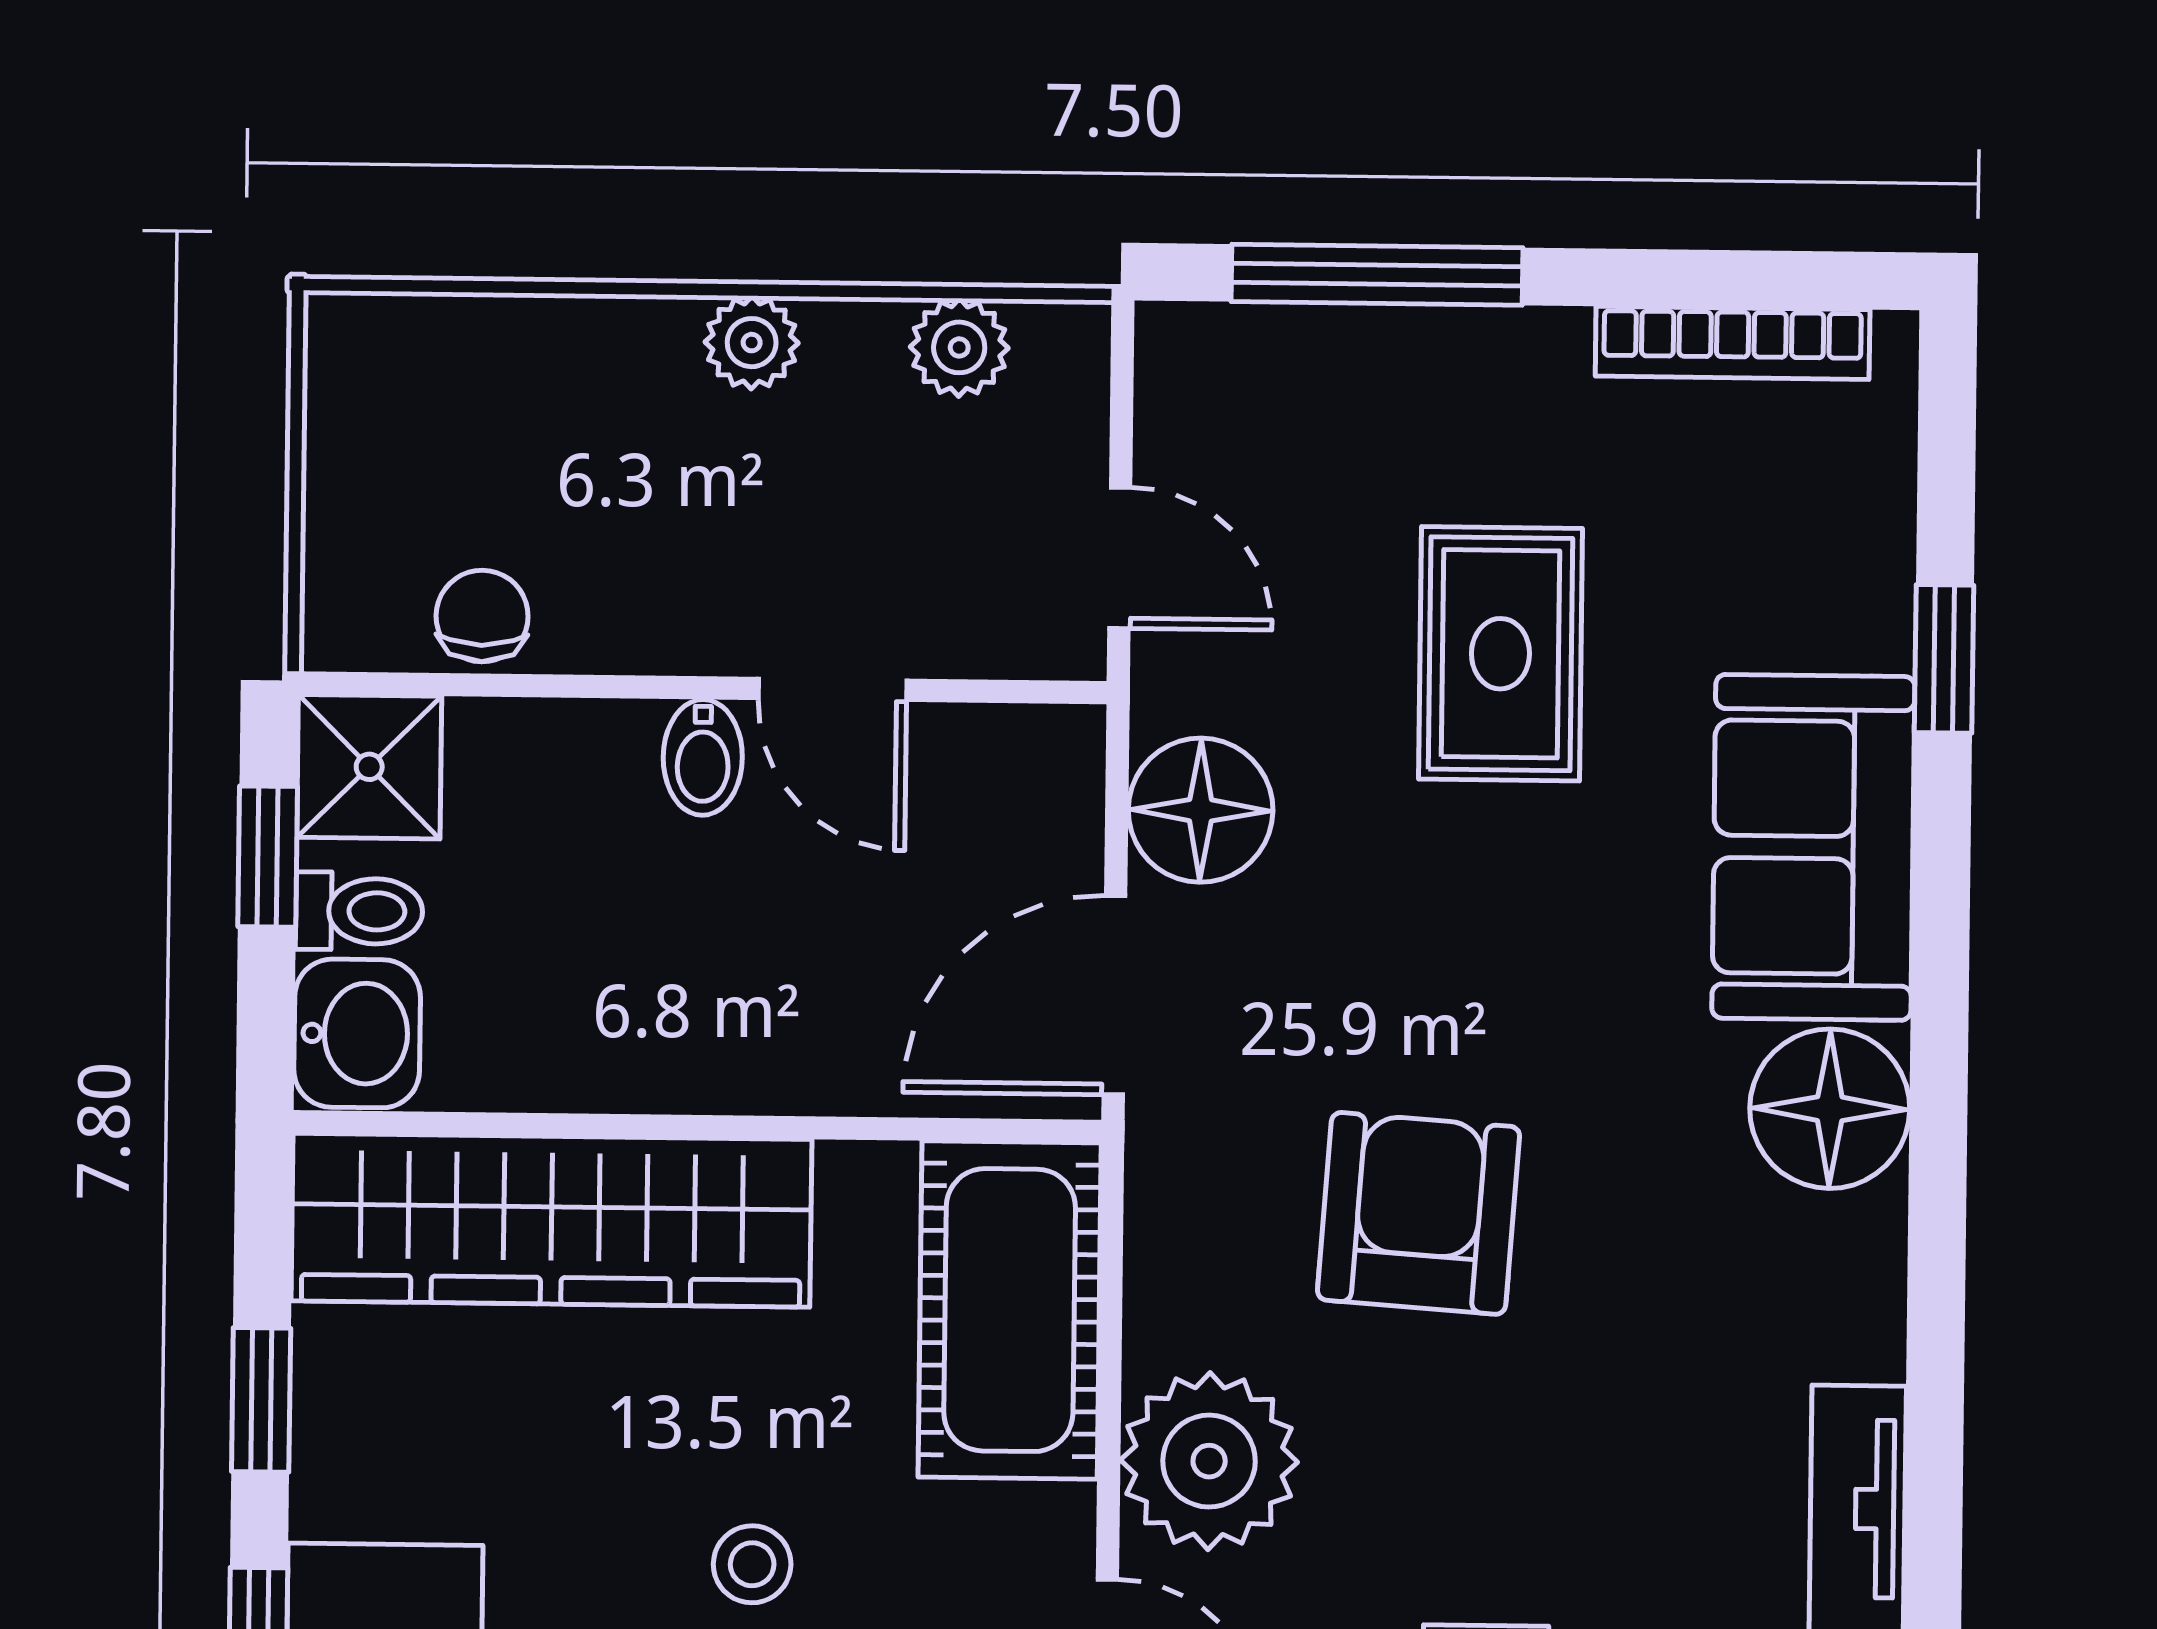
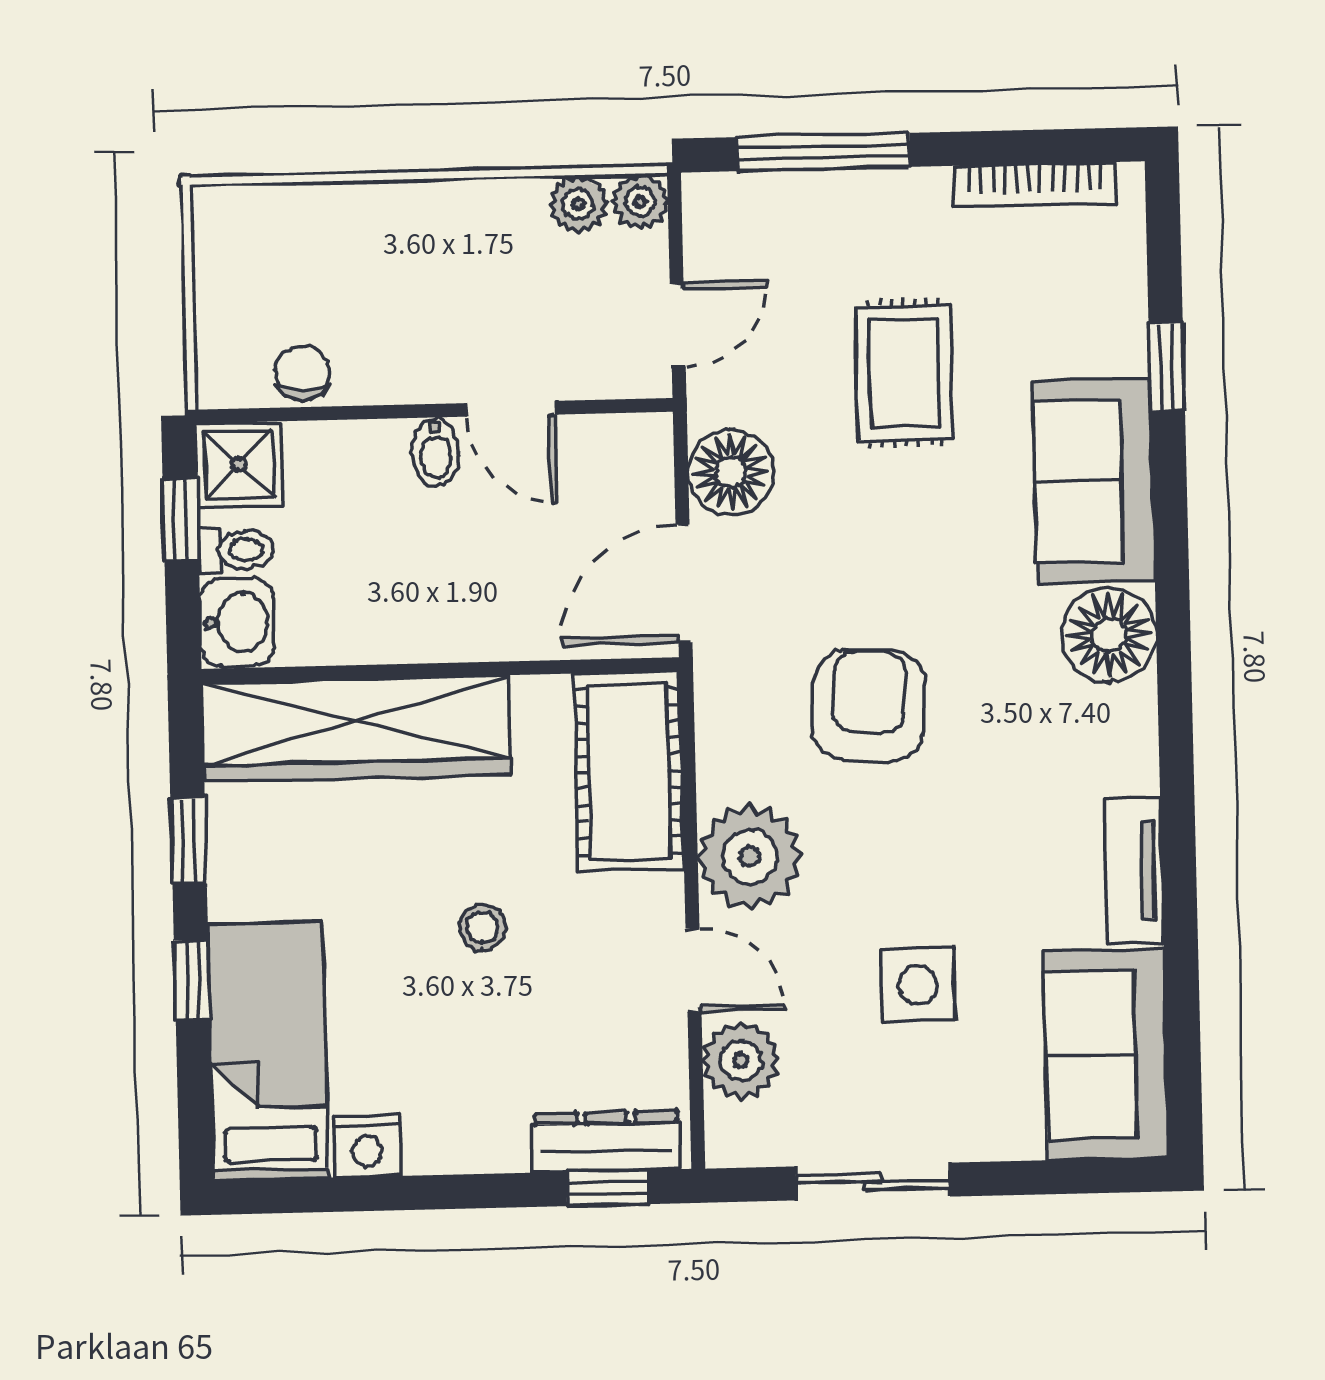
plant: (752, 343) -> (640, 201), moved
door: (1120, 558) -> (678, 325), hinge flipped

